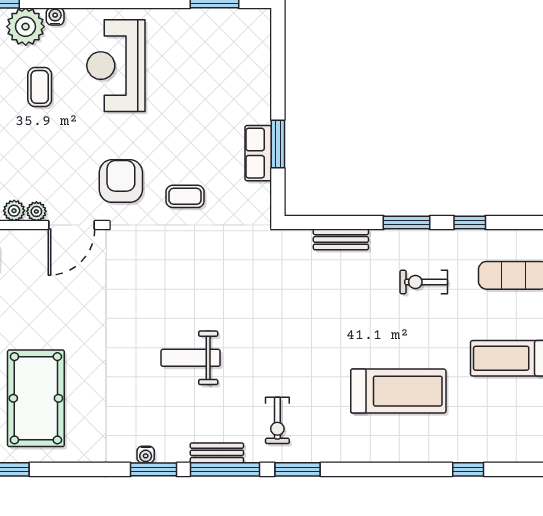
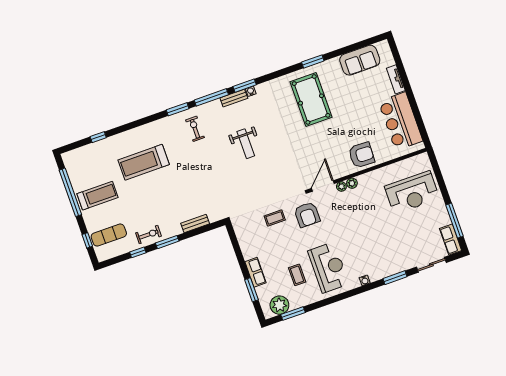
plant: (26, 27) -> (279, 305), moved
coffee table: (40, 87) -> (297, 275), moved
window: (278, 144) -> (251, 290), moved
row of seats: (258, 153) -> (256, 272), moved
exercise bike: (424, 282) -> (148, 235), moved
weight bench: (191, 358) -> (246, 144), turned 90
bench: (217, 453) -> (234, 98), moved

